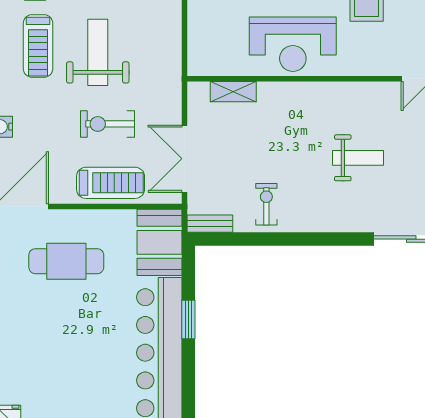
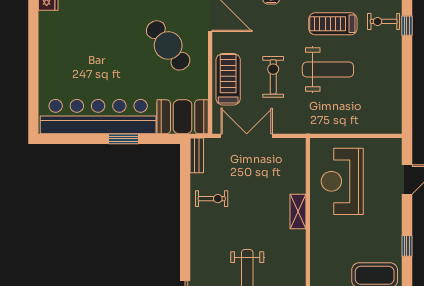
reception desk: (293, 44) -> (342, 181), moved
shelving: (233, 92) -> (298, 211), moved
treadmill: (111, 183) -> (228, 79), turned 180
cafe table: (66, 261) -> (168, 45), turned -38

